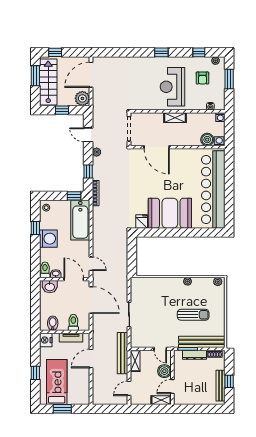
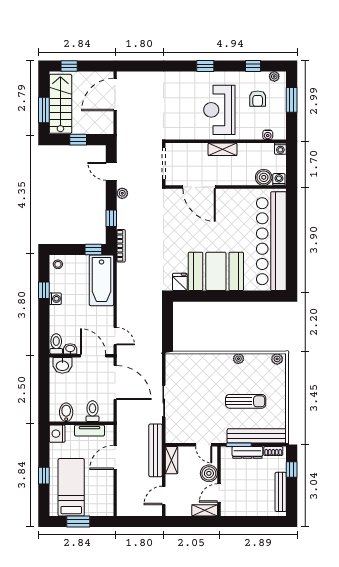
window: (35, 76) -> (44, 110), moved
plant: (82, 98) -> (104, 125), removed
washing machine: (48, 239) -> (55, 299), width x0.53, depth x0.53
window: (229, 381) -> (292, 470), moved

